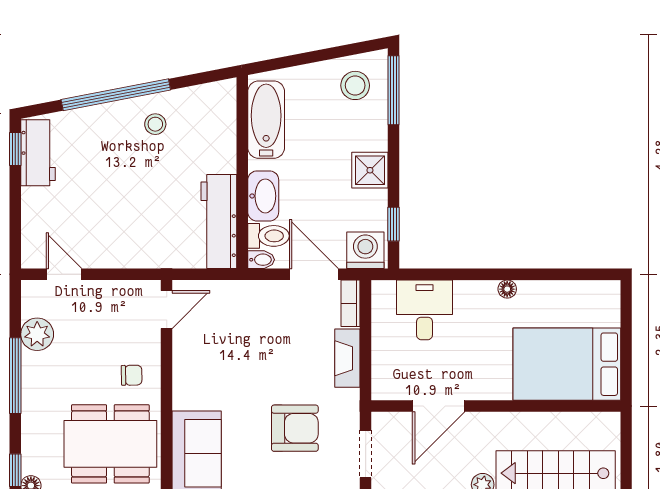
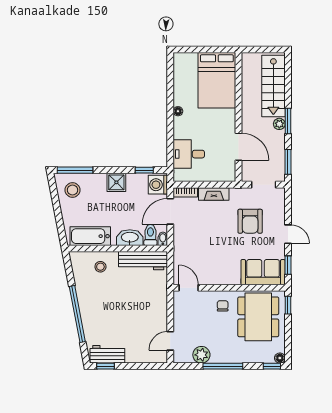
stool: (155, 124) -> (100, 267), moved
armchair: (295, 428) -> (250, 221), turned 180

